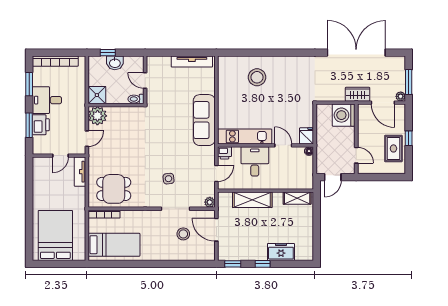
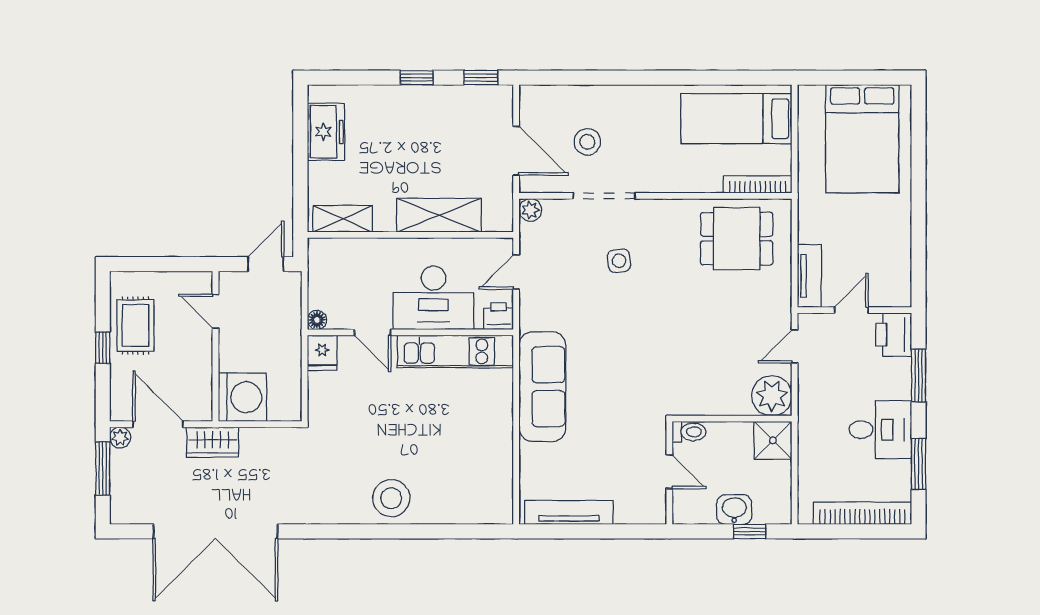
stool: (257, 77) -> (391, 498), moved
printer: (41, 125) -> (894, 335), moved
desk: (255, 161) -> (433, 298), width x1.37
freezer: (281, 252) -> (326, 132), moved, turned -90

